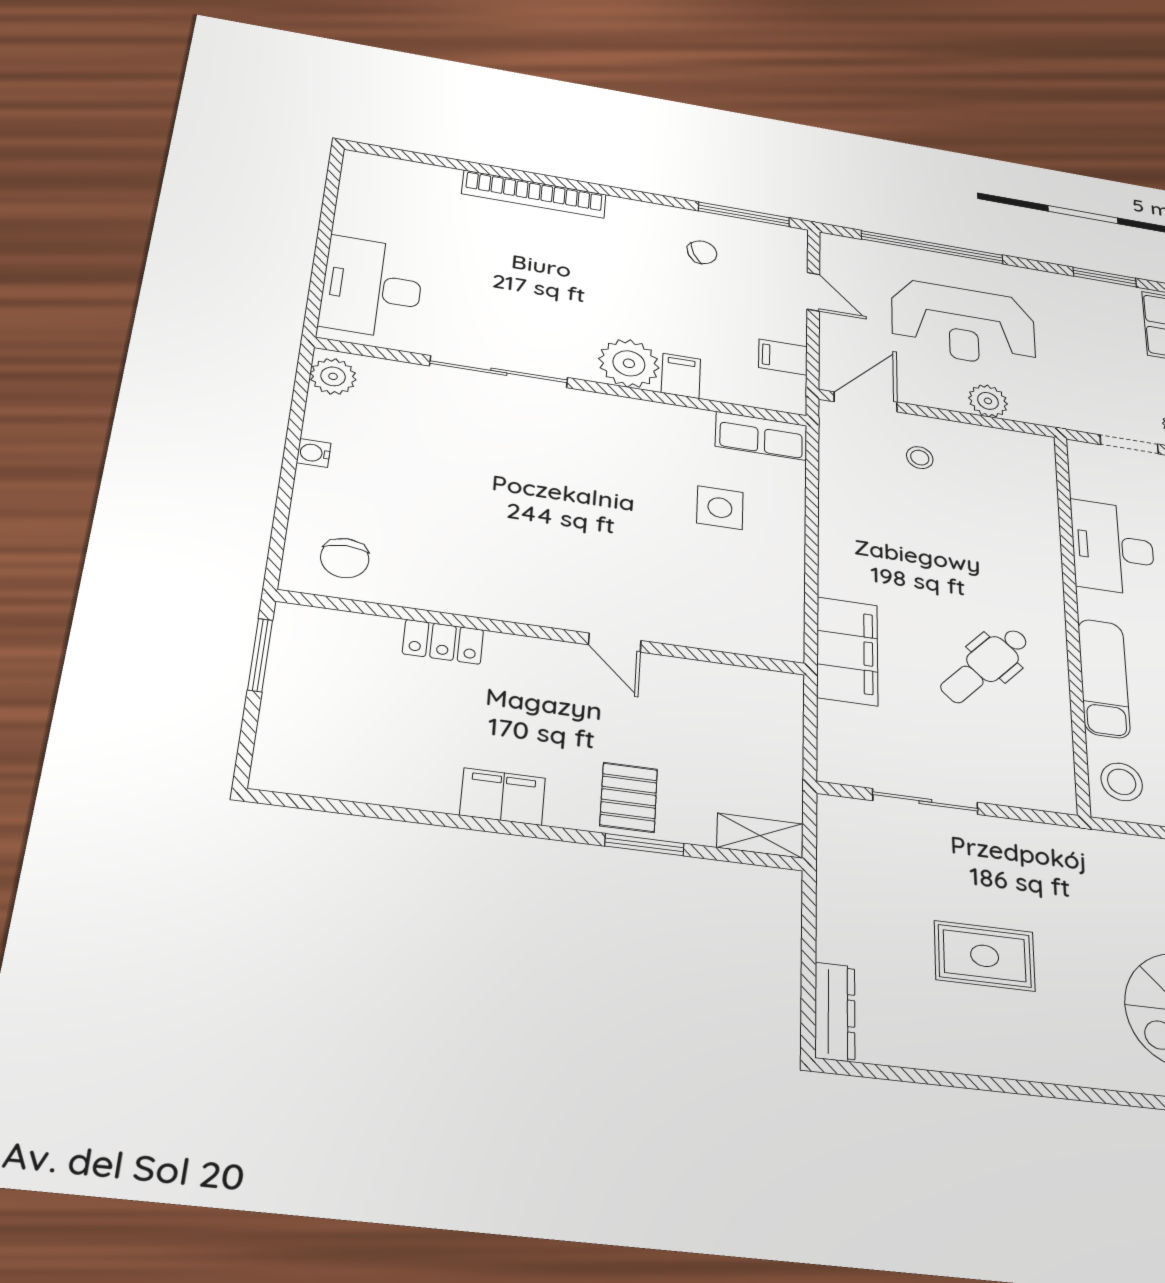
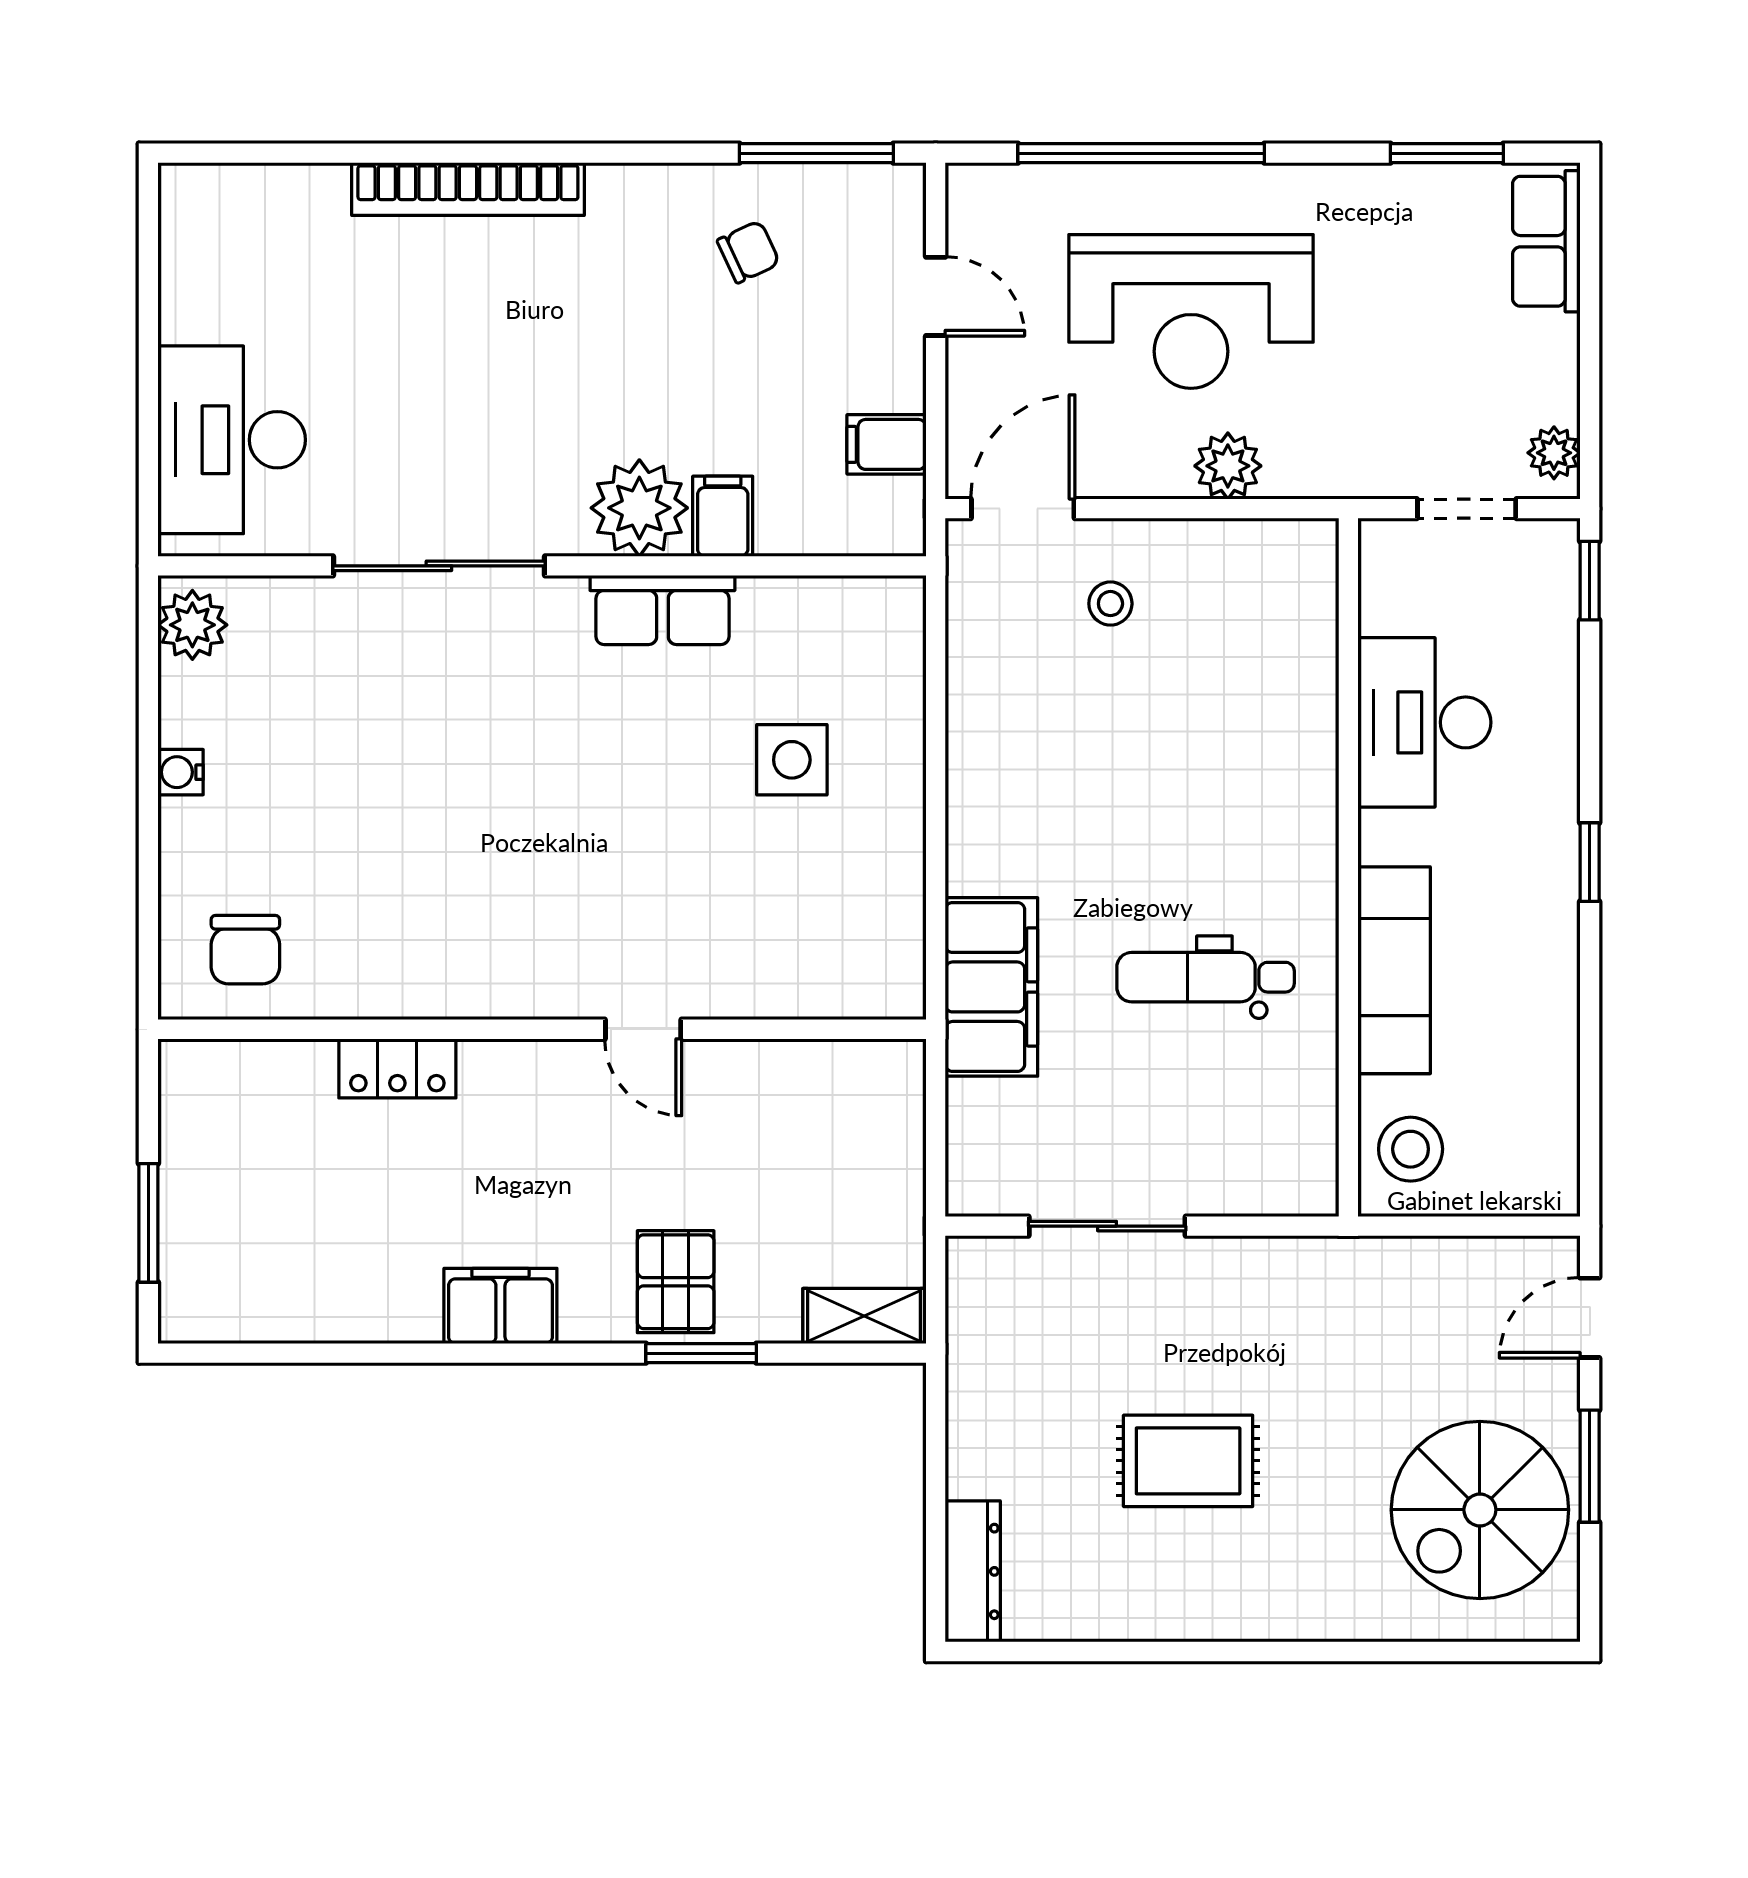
row of seats: (761, 436) -> (662, 610), moved
window: (260, 655) -> (148, 1223), moved
dental chair: (985, 665) -> (1206, 977), turned 47

